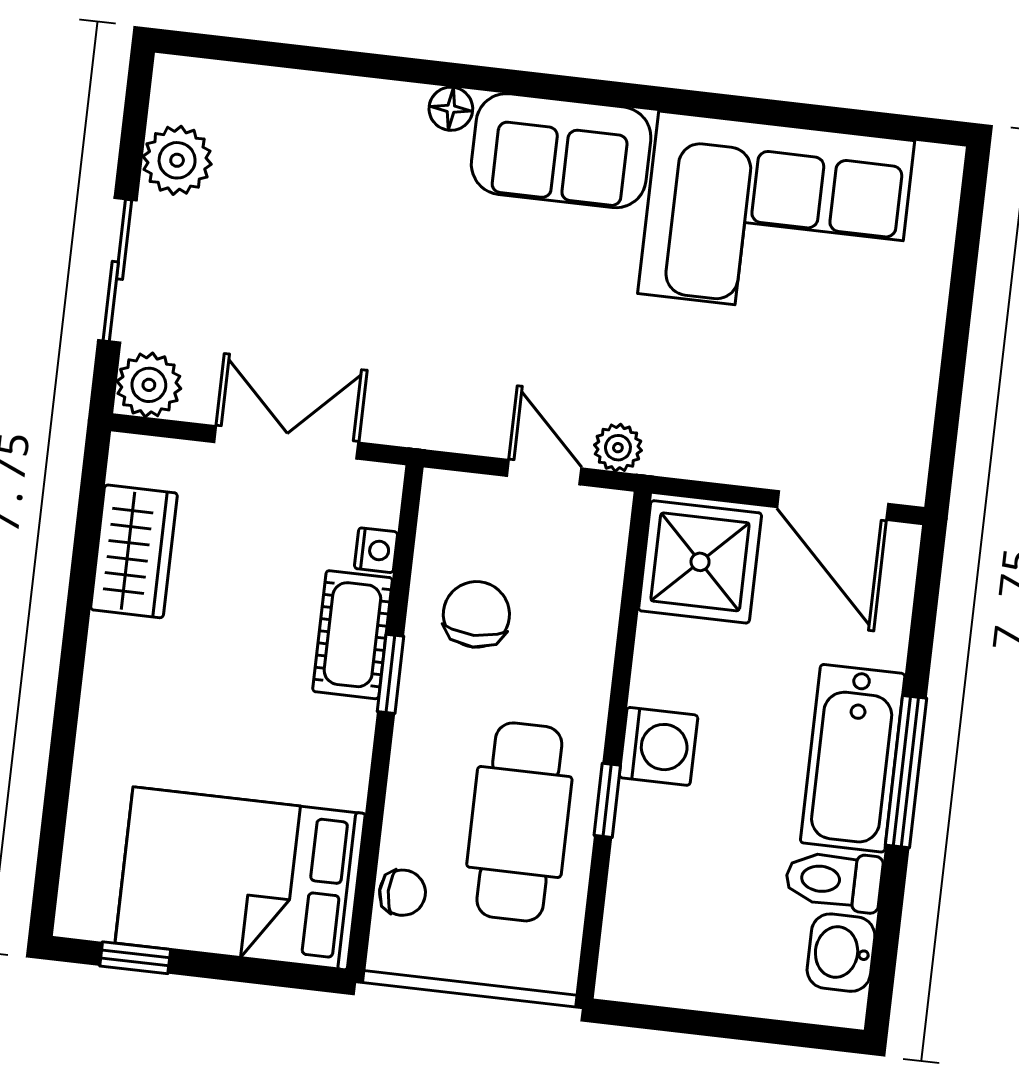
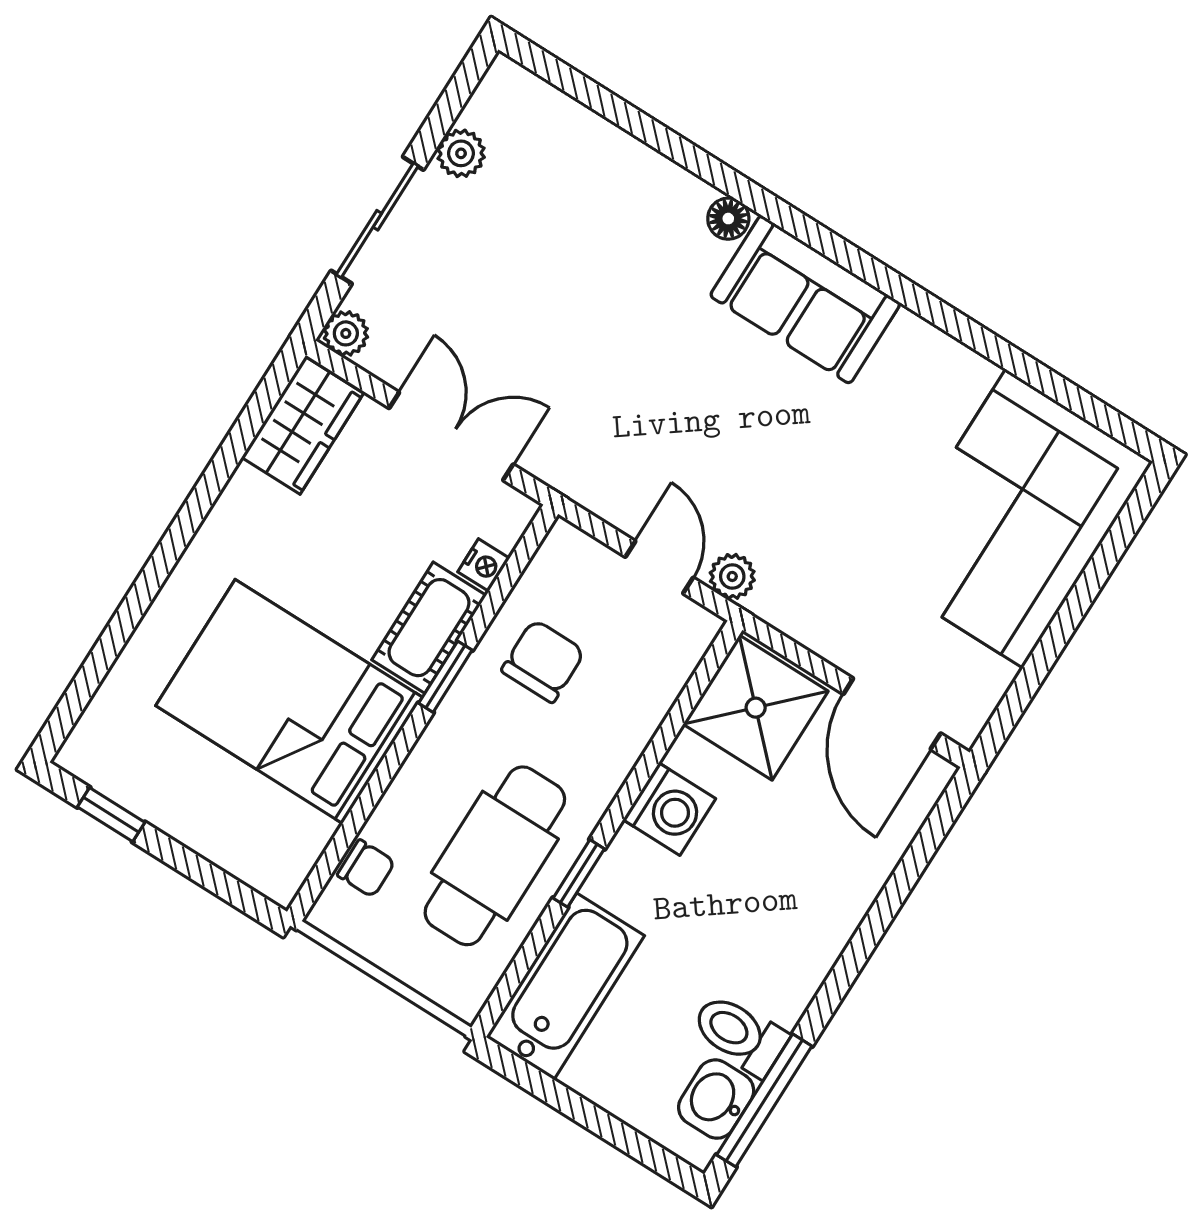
plant: (177, 160) -> (461, 153), width x0.73, depth x0.73
corner sofa: (776, 217) -> (1014, 519), moved, turned 90
plant: (149, 385) -> (346, 333), width x0.73, depth x0.73
wardrobe: (134, 551) -> (303, 425), moved
washing machine: (658, 746) -> (669, 809), moved
bathtub: (853, 758) -> (565, 986), moved, turned 180
window: (906, 772) -> (764, 1100), moved
bed: (240, 878) -> (289, 701), moved

